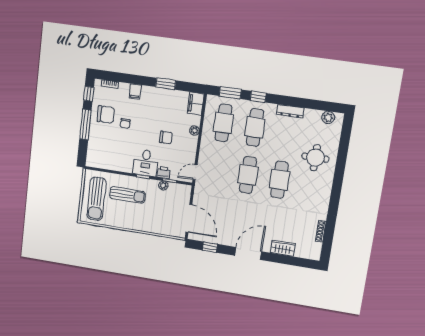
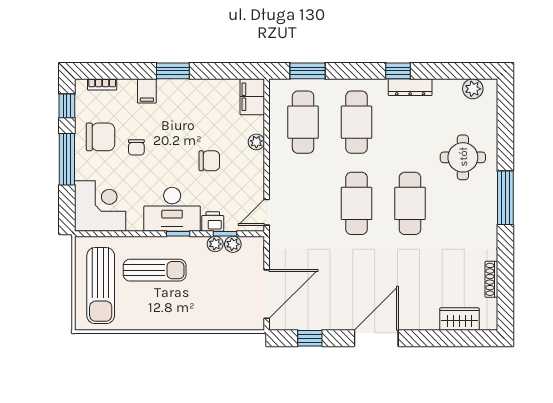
window: (166, 84) -> (173, 71), moved
window: (258, 97) -> (398, 71), moved
corner desk: (101, 154) -> (100, 206), added
desk: (146, 163) -> (172, 209), width x1.37
window: (337, 185) -> (505, 198), added
plant: (173, 187) -> (233, 244), added
door: (189, 218) -> (267, 294), hinge flipped
wardrobe: (283, 248) -> (459, 319), moved

